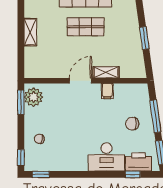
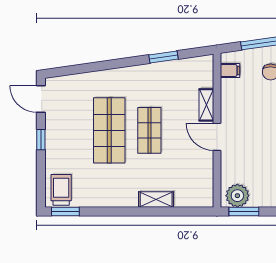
filing cabinet: (107, 91) -> (230, 70), moved

